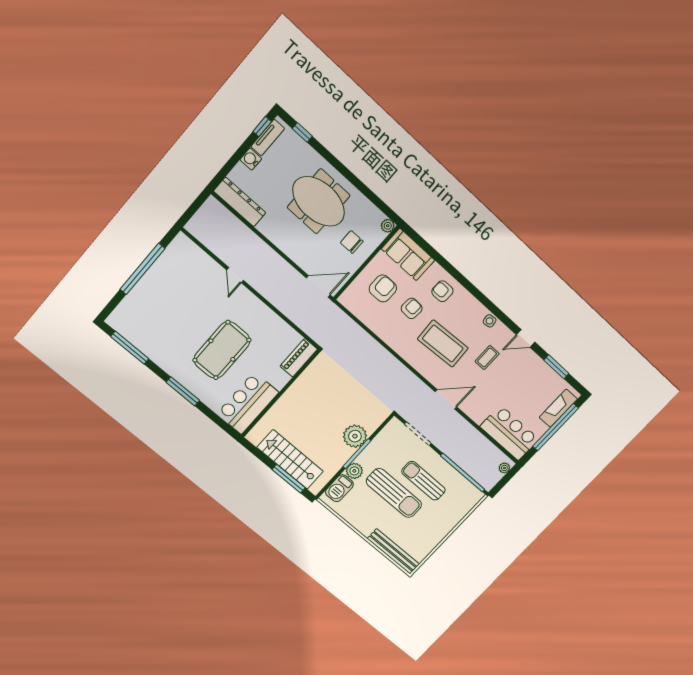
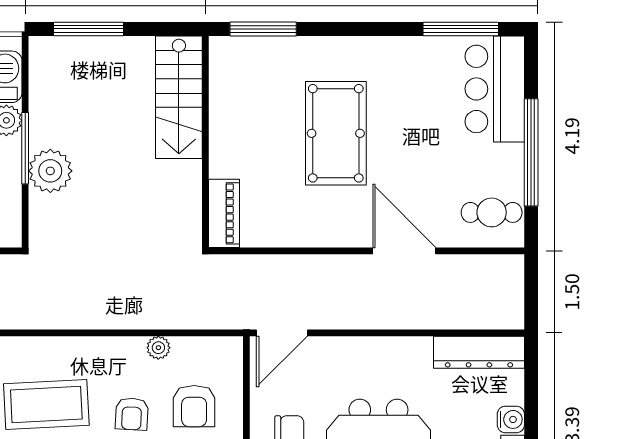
cafe table: (182, 258) -> (492, 212), added
door: (235, 275) -> (404, 251), width x1.88
plant: (376, 326) -> (158, 348), added
window: (183, 391) -> (263, 29), moved
bar counter: (248, 403) -> (495, 89), moved, turned 180
stairs: (290, 459) -> (179, 97), moved, turned 90

